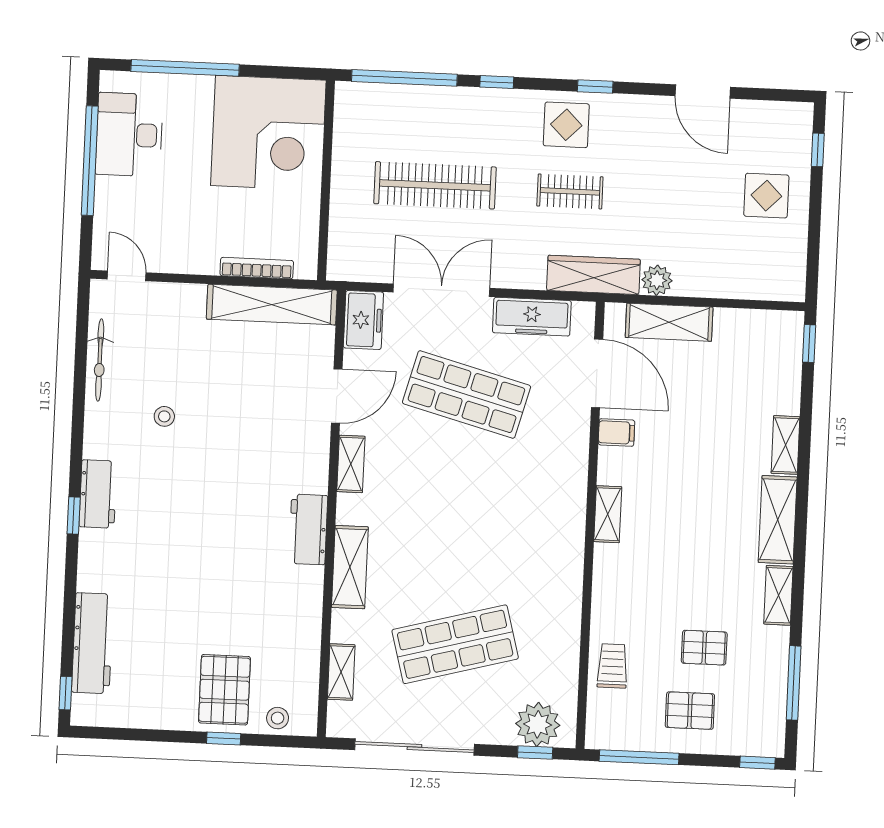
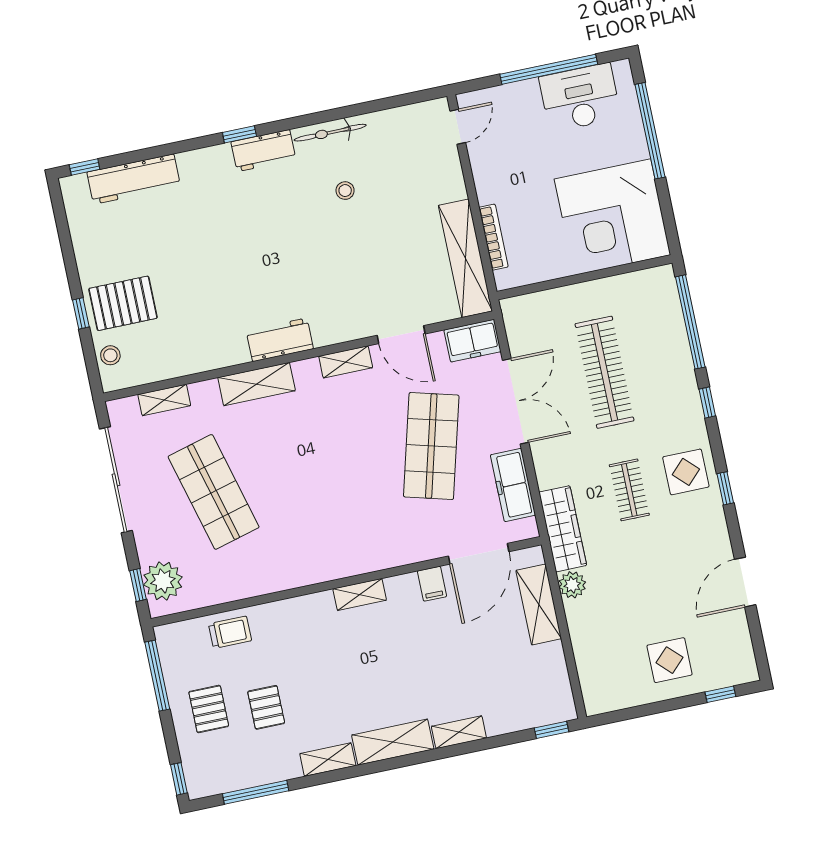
bicycle: (100, 360) -> (330, 133), moved

